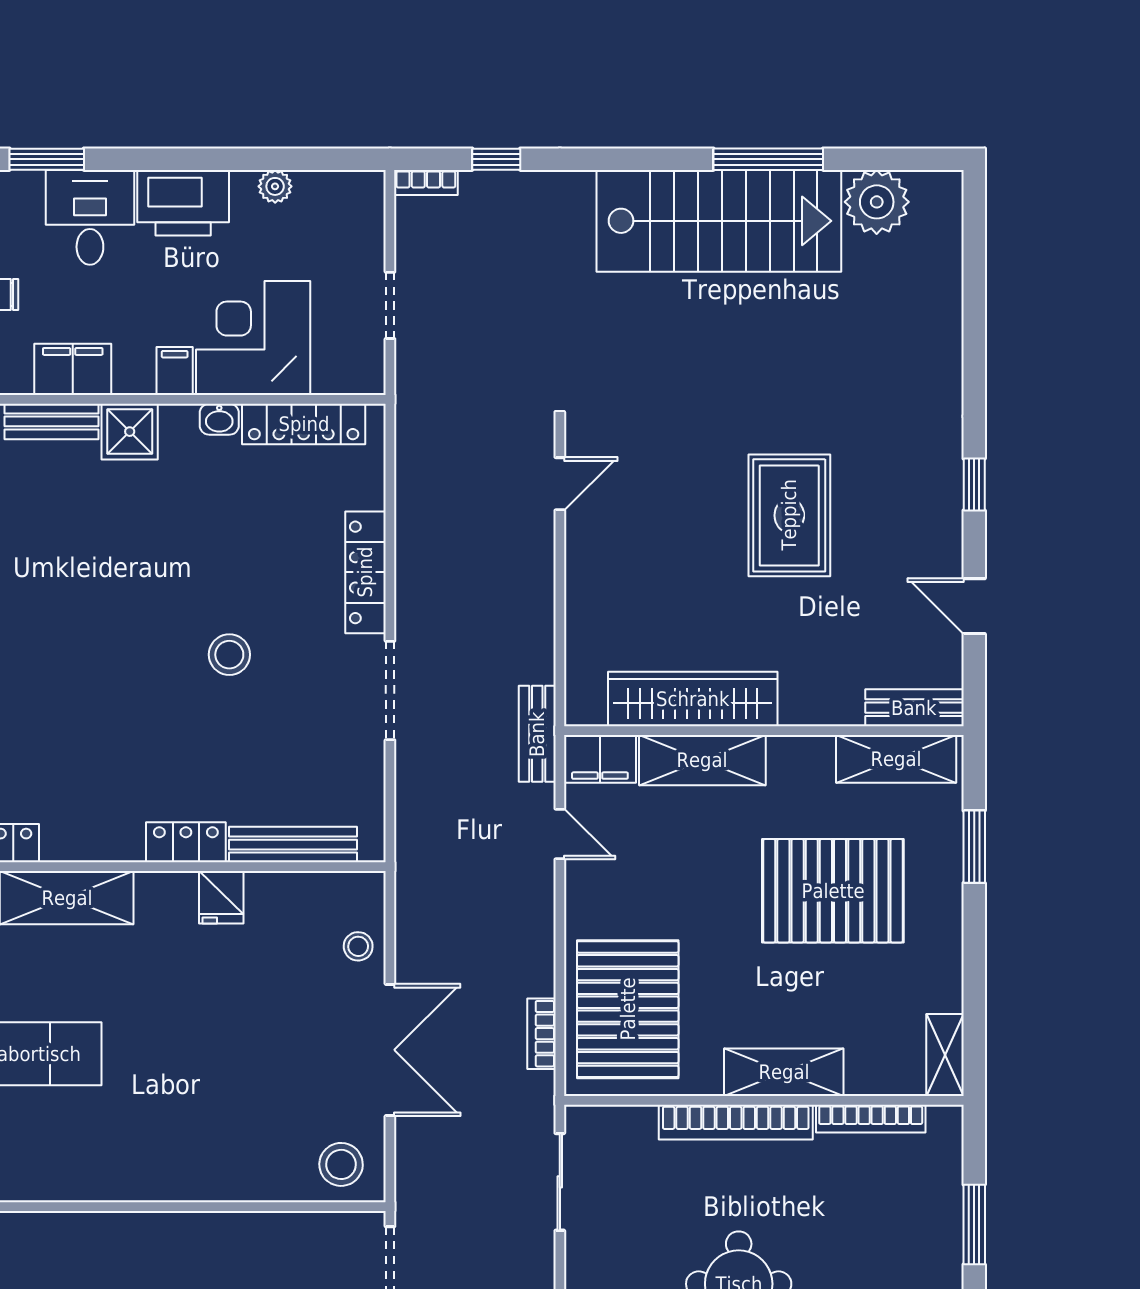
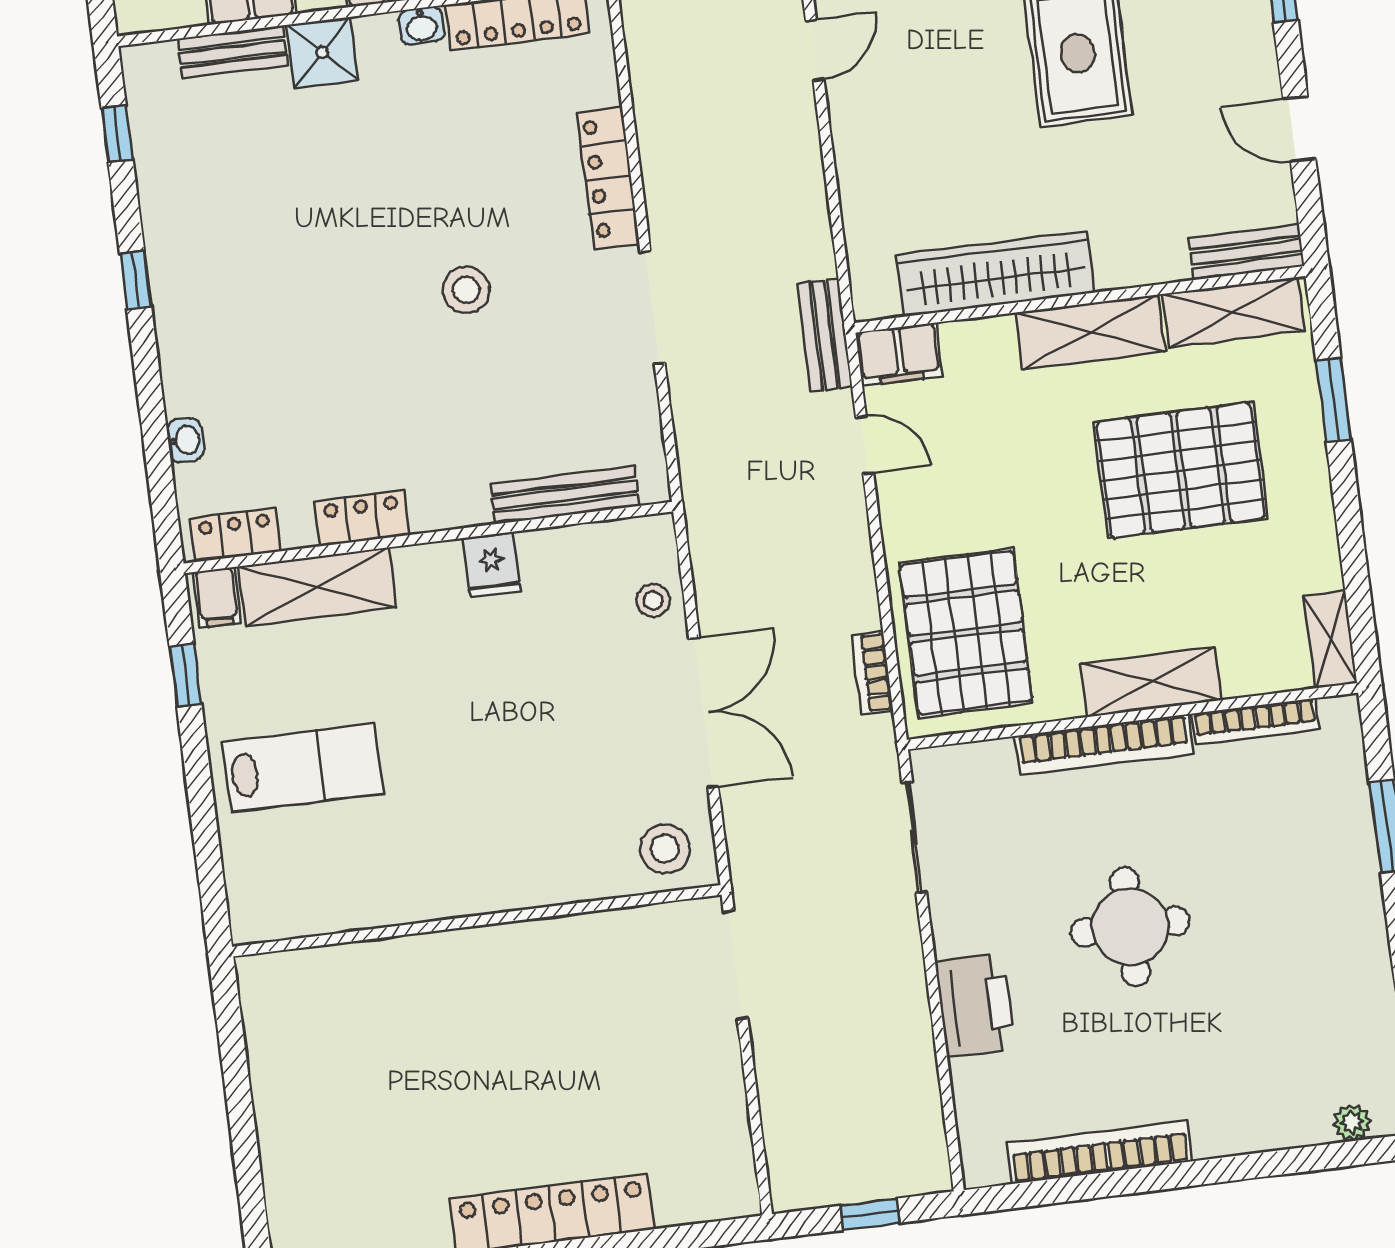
shelving: (702, 760) -> (1090, 332), moved
locker: (186, 842) -> (362, 518), moved

